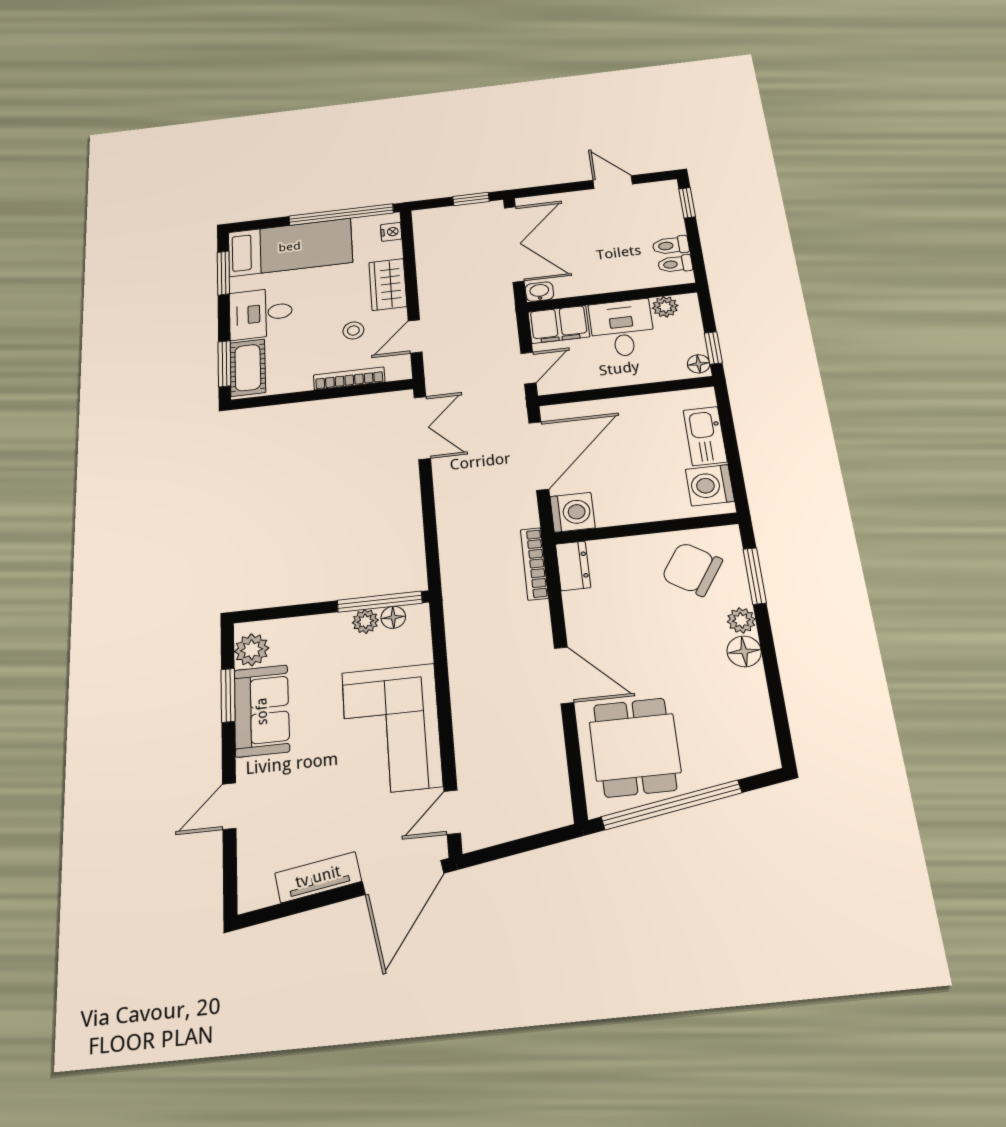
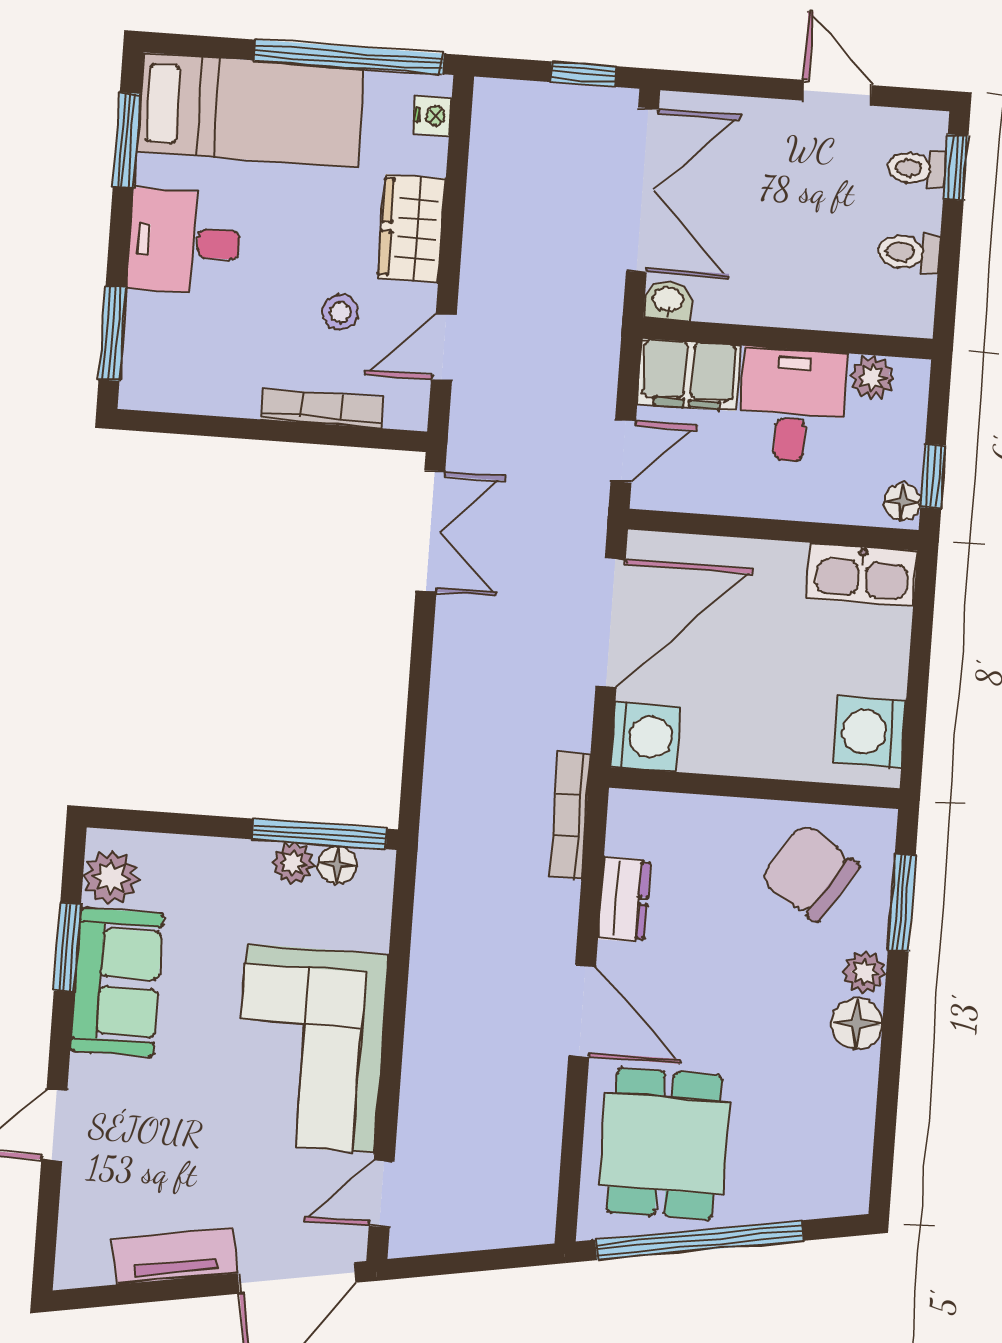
toilet: (675, 264) -> (917, 168), moved
cot: (248, 368) -> (152, 350), removed
kitchen sink: (705, 436) -> (862, 575), moved, turned -90
dresser: (573, 566) -> (624, 899), moved

